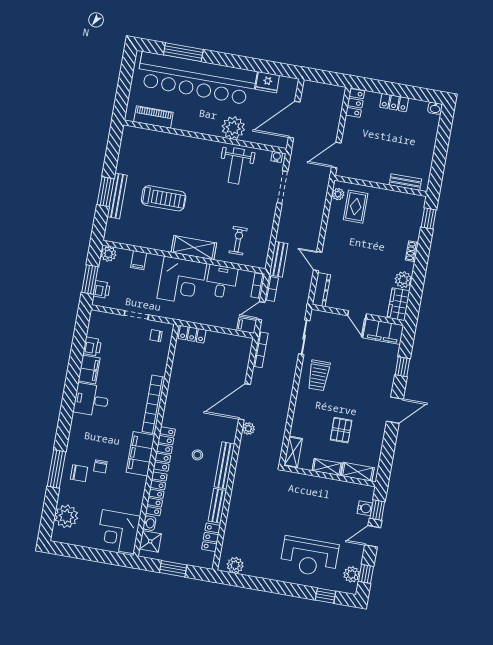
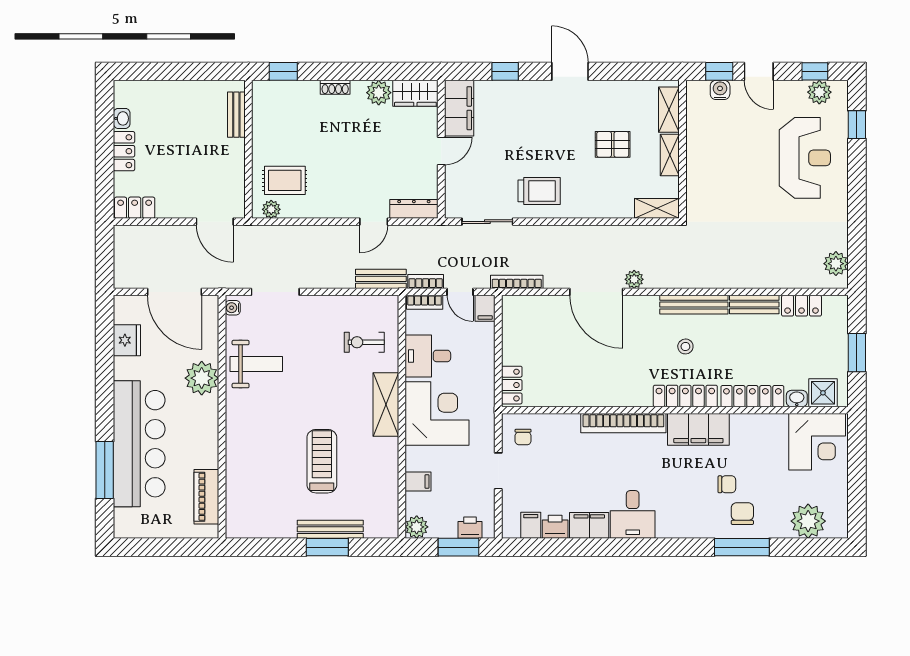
bar counter: (197, 78) -> (139, 444), width x0.73
washbasin: (435, 108) -> (122, 118), moved
filing cabinet: (96, 330) -> (531, 525), added

